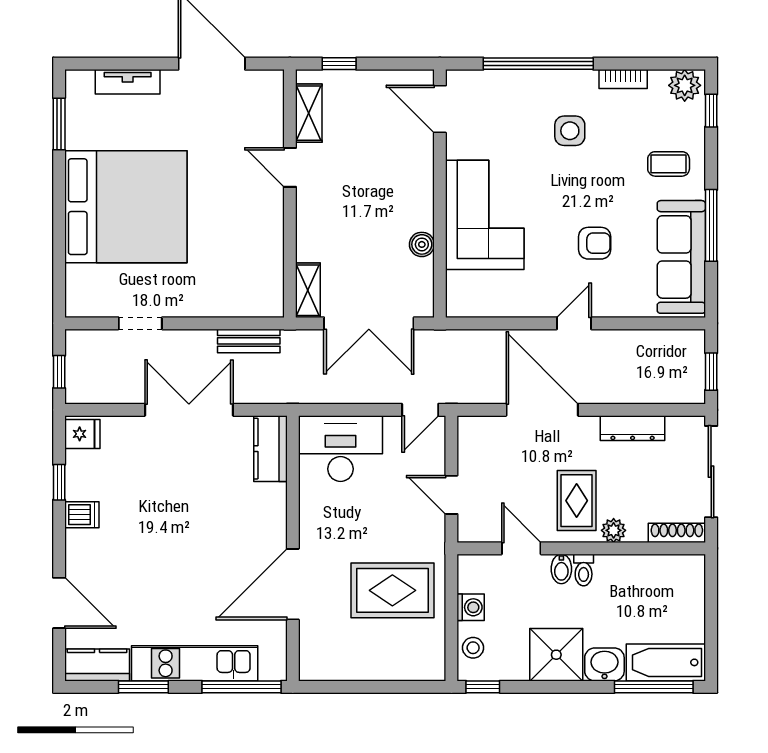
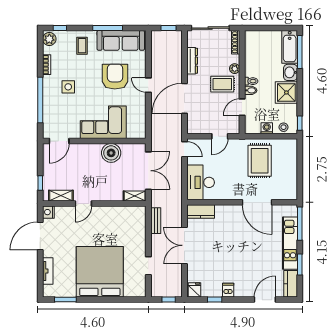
nightstand: (269, 83) -> (48, 212), added
armchair: (595, 243) -> (115, 77), width x1.88, depth x1.88
boiler: (422, 244) -> (111, 153), width x1.86, depth x1.86

